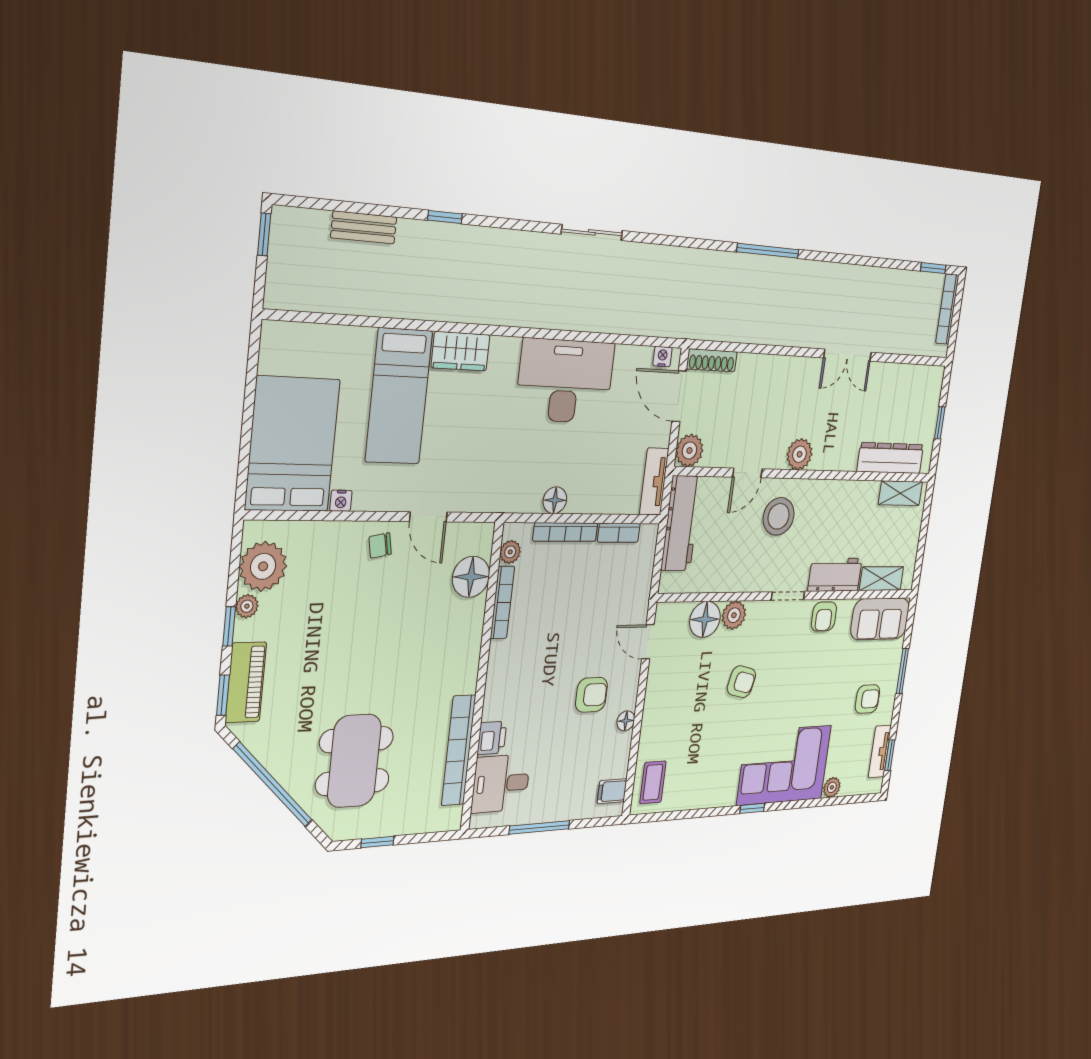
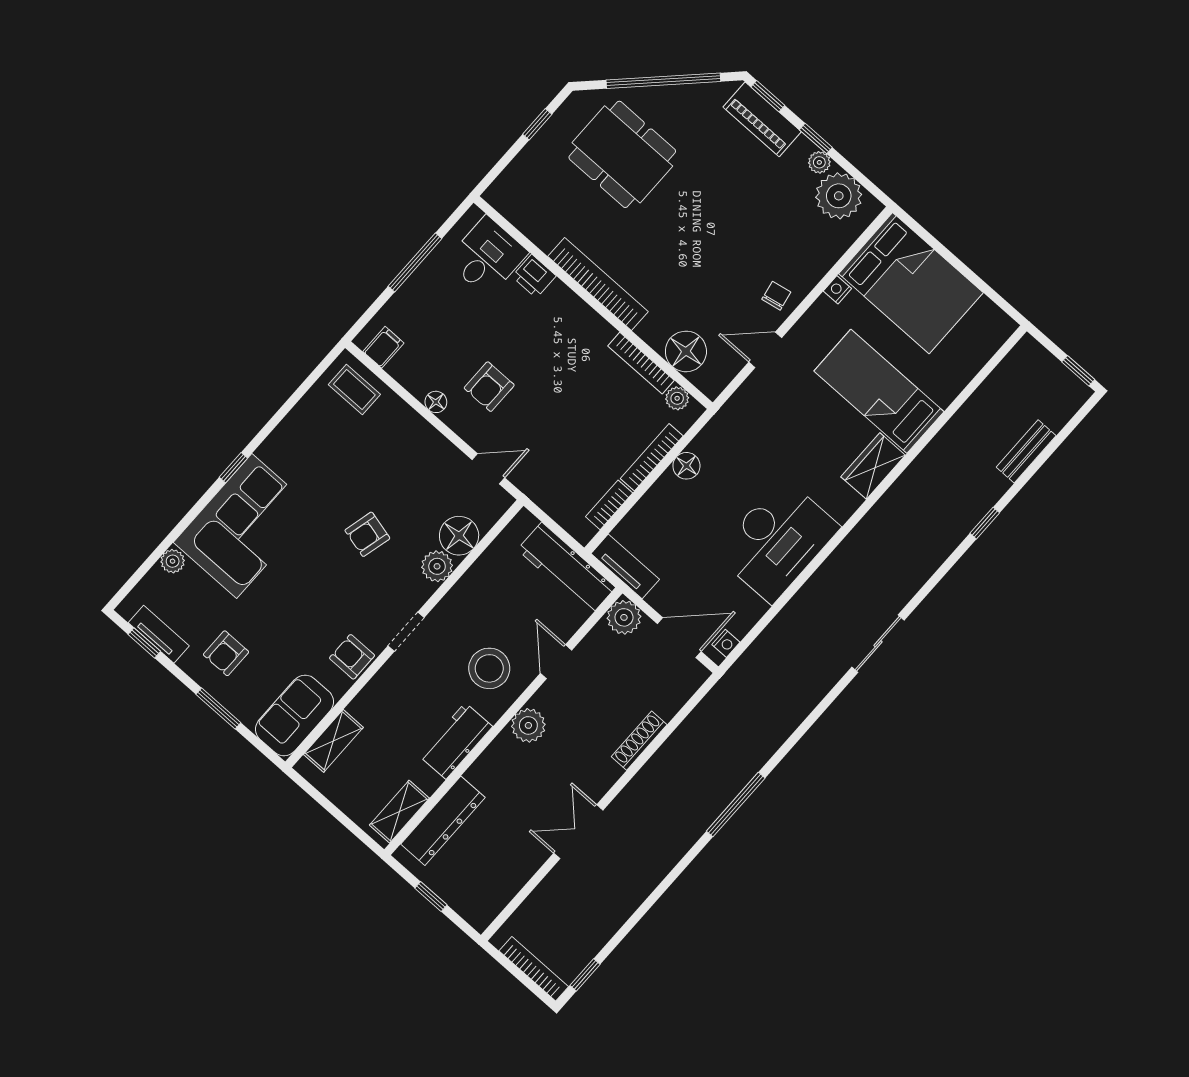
shoe rack: (712, 360) -> (639, 741), moved
workbench: (835, 575) -> (456, 741), moved, turned 180
bookcase: (459, 750) -> (598, 284), moved

